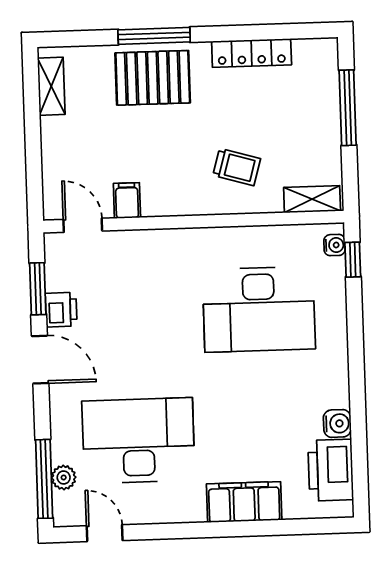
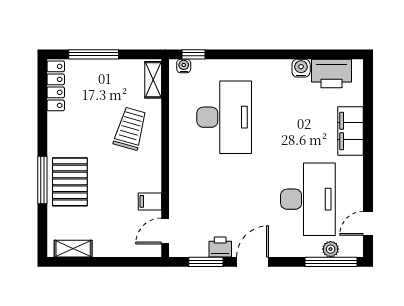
locker: (252, 53) -> (56, 86), moved
trolley: (237, 167) -> (130, 129), width x1.36, depth x1.39
desk: (138, 441) -> (308, 199), turned 180

